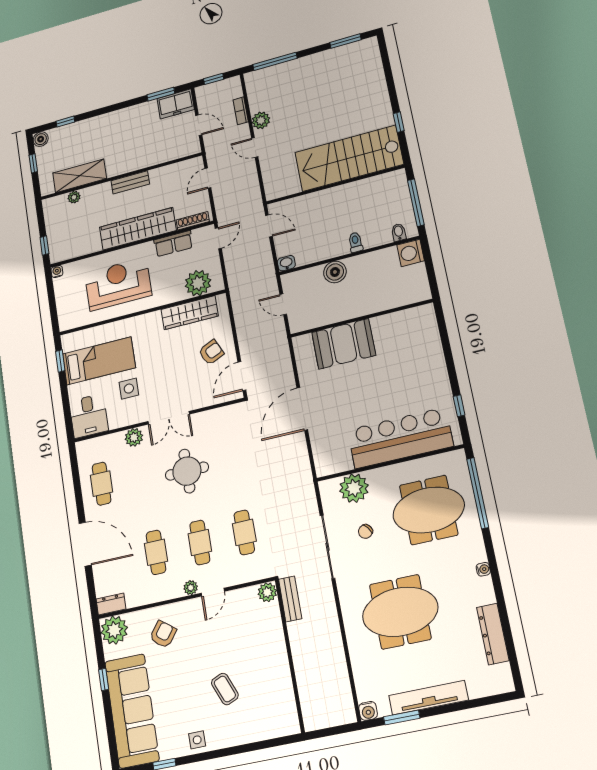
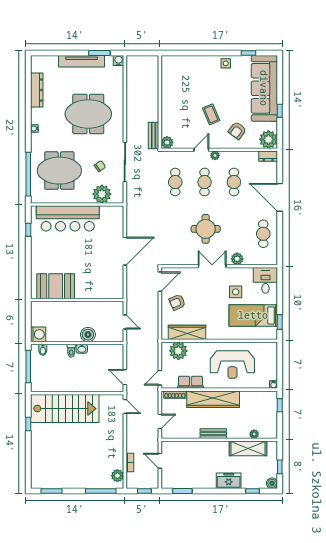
freezer: (176, 104) -> (229, 481), moved
plant: (261, 120) -> (117, 476), moved
door: (255, 147) -> (125, 406), moved
washbasin: (286, 263) -> (82, 349), moved
booth: (344, 344) -> (56, 286), moved
coffee table: (225, 689) -> (211, 114), moved

